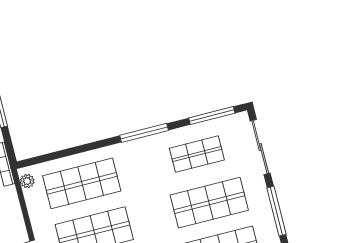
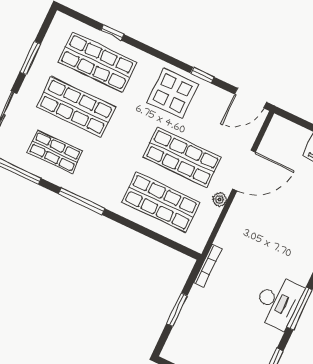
plant: (27, 181) -> (219, 199), moved
window: (277, 211) -> (30, 58), width x0.69

